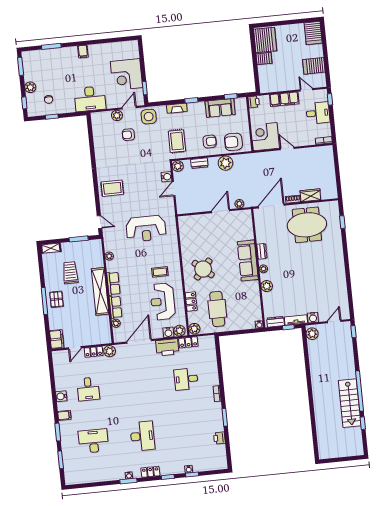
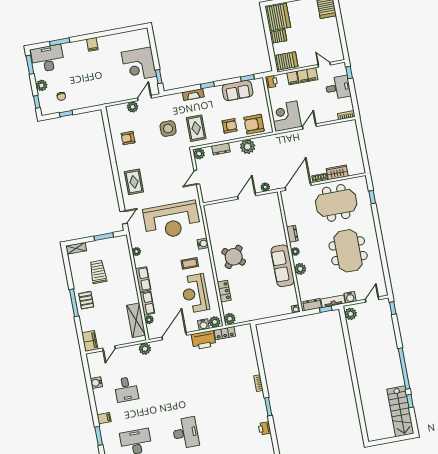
server rack: (314, 66) -> (286, 61), moved, turned 180
desk: (90, 99) -> (48, 59), moved, turned 180
side table: (149, 117) -> (168, 129), moved
armchair: (128, 135) -> (128, 138), moved
door: (287, 149) -> (309, 126), hinge flipped
water cooler: (166, 177) -> (203, 244), moved
rug: (112, 188) -> (134, 182), turned 90
door: (99, 222) -> (124, 217), hinge flipped
reception desk: (146, 229) -> (172, 220), width x1.36, depth x1.30
sofa: (248, 260) -> (283, 266), moved
meeting table: (315, 272) -> (348, 251), added
shelving: (100, 291) -> (136, 320), moved, width x0.68
cafe table: (217, 309) -> (252, 297), removed
locker: (94, 352) -> (129, 351), removed
desk: (186, 379) -> (225, 371), removed
water cooler: (61, 396) -> (96, 383), moved
stairs: (350, 403) -> (400, 411), moved

